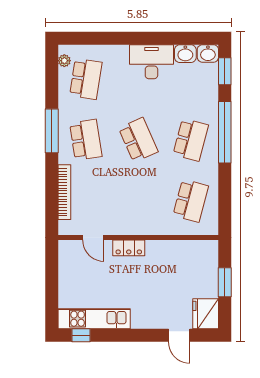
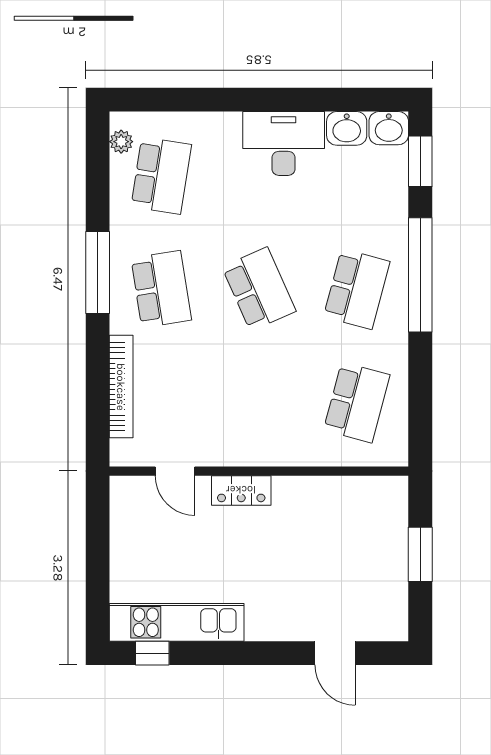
fridge: (206, 314) -> (385, 613), removed

